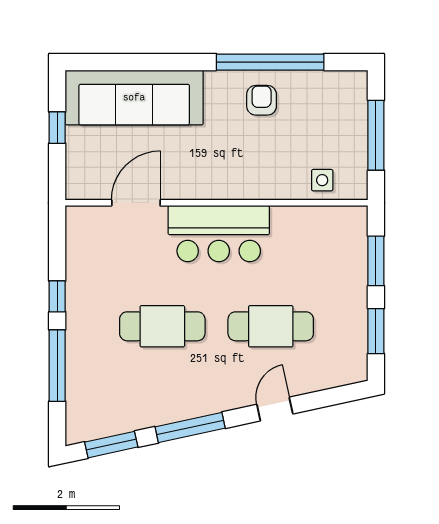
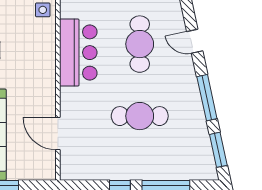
bar counter: (219, 234) -> (78, 53), moved
cafe table: (162, 326) -> (140, 116), turned 90

